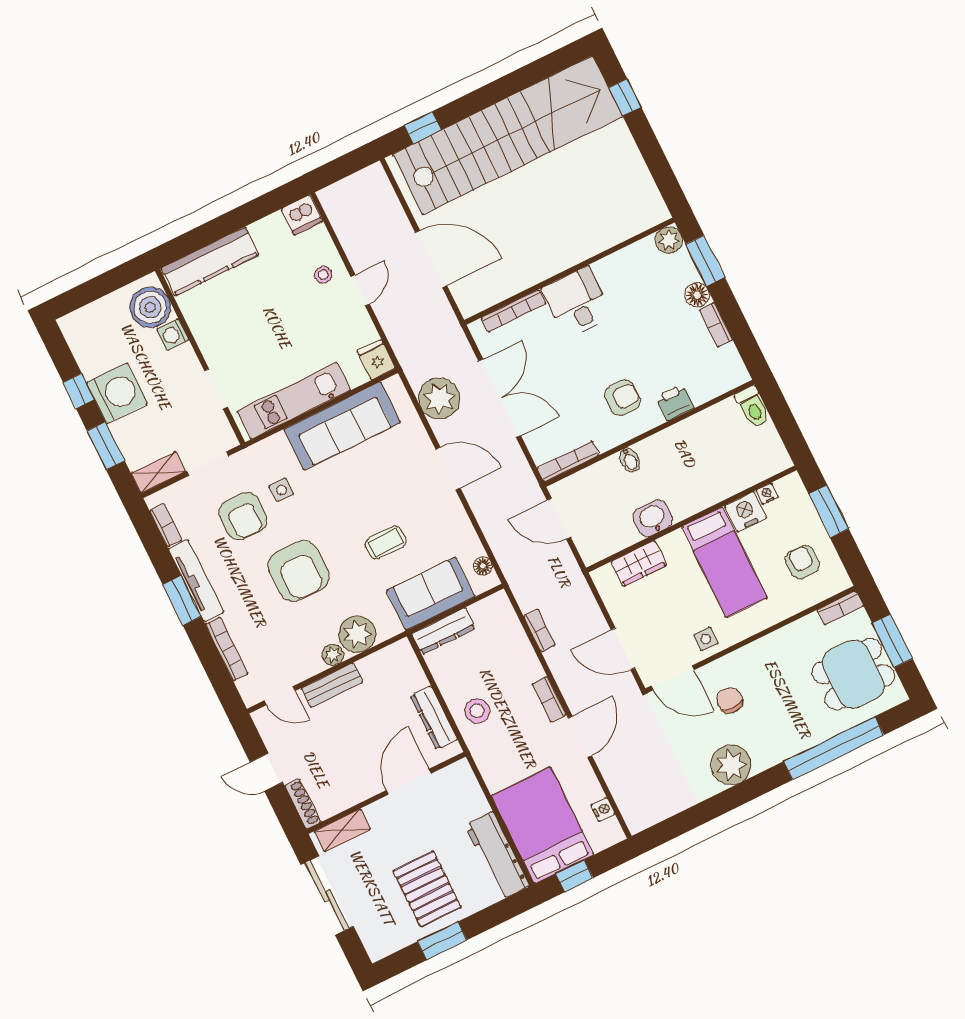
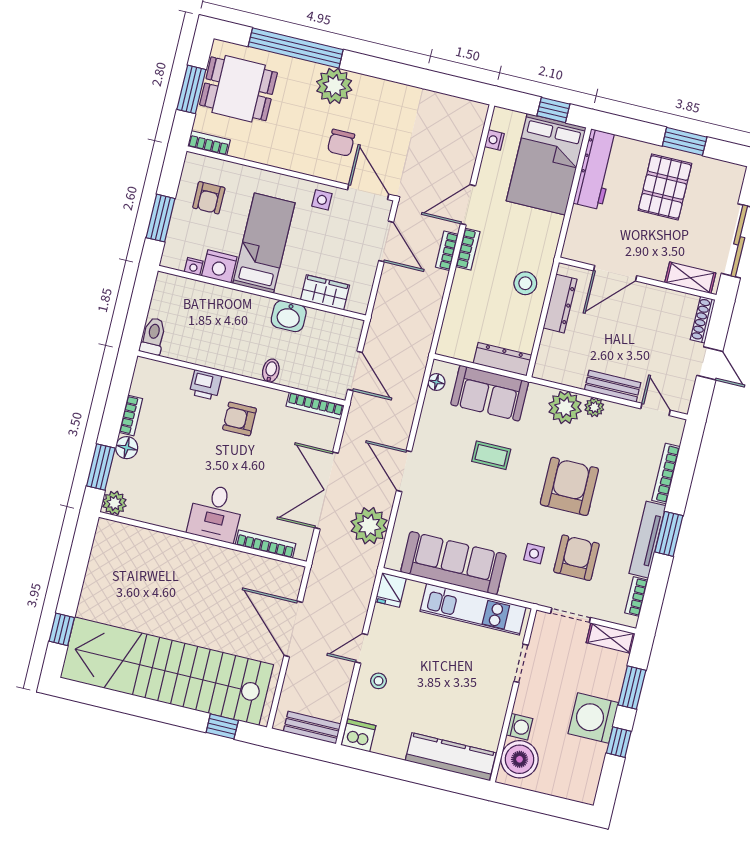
bench: (346, 189) -> (312, 728), added
bookcase: (539, 630) -> (447, 251), moved
plant: (731, 765) -> (334, 86), moved

